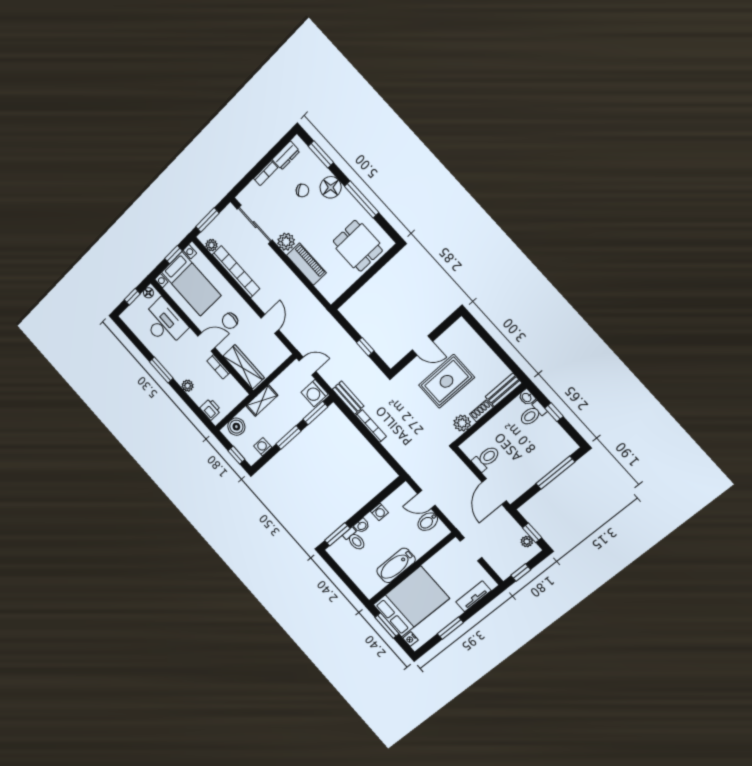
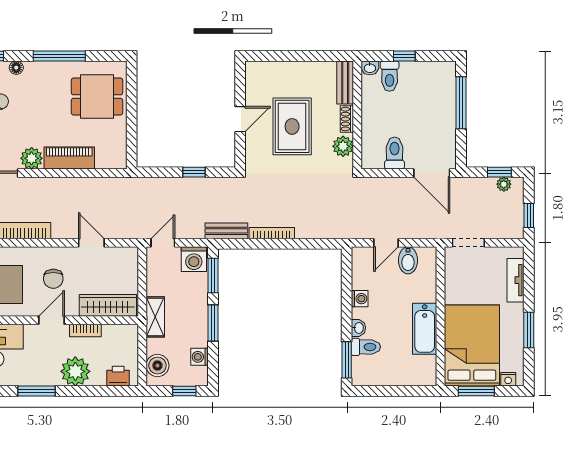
floor lamp: (331, 187) -> (16, 68), width x0.53, depth x0.53
plant: (188, 386) -> (75, 371), width x1.87, depth x1.87

